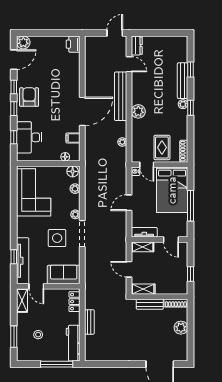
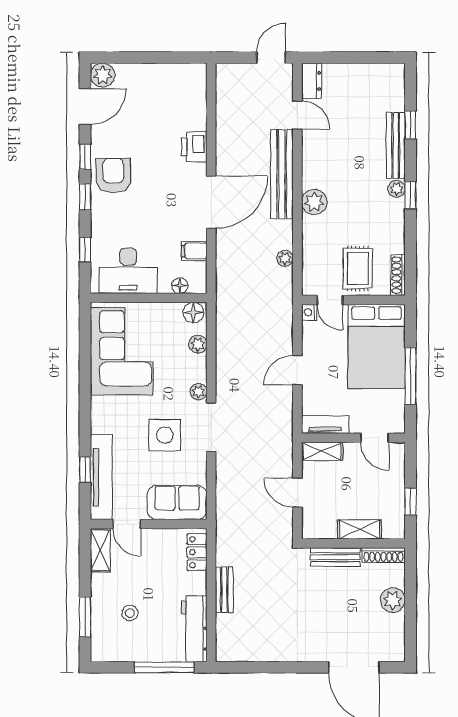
printer: (73, 44) -> (194, 147), moved
desk: (29, 137) -> (128, 271), moved, turned -90
shelving: (143, 289) -> (360, 529), moved

